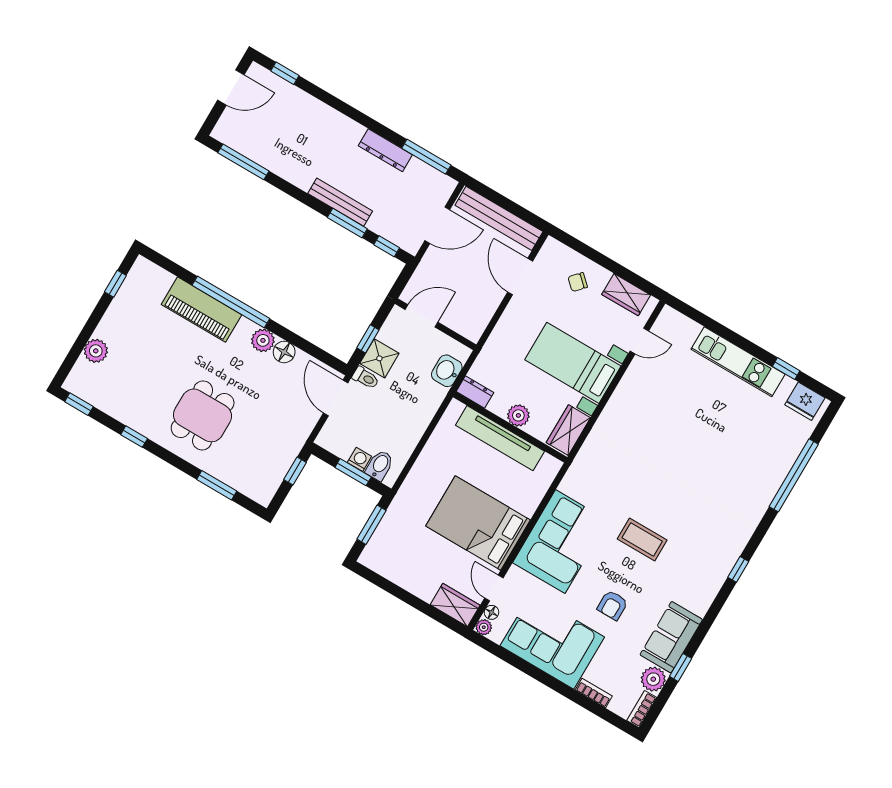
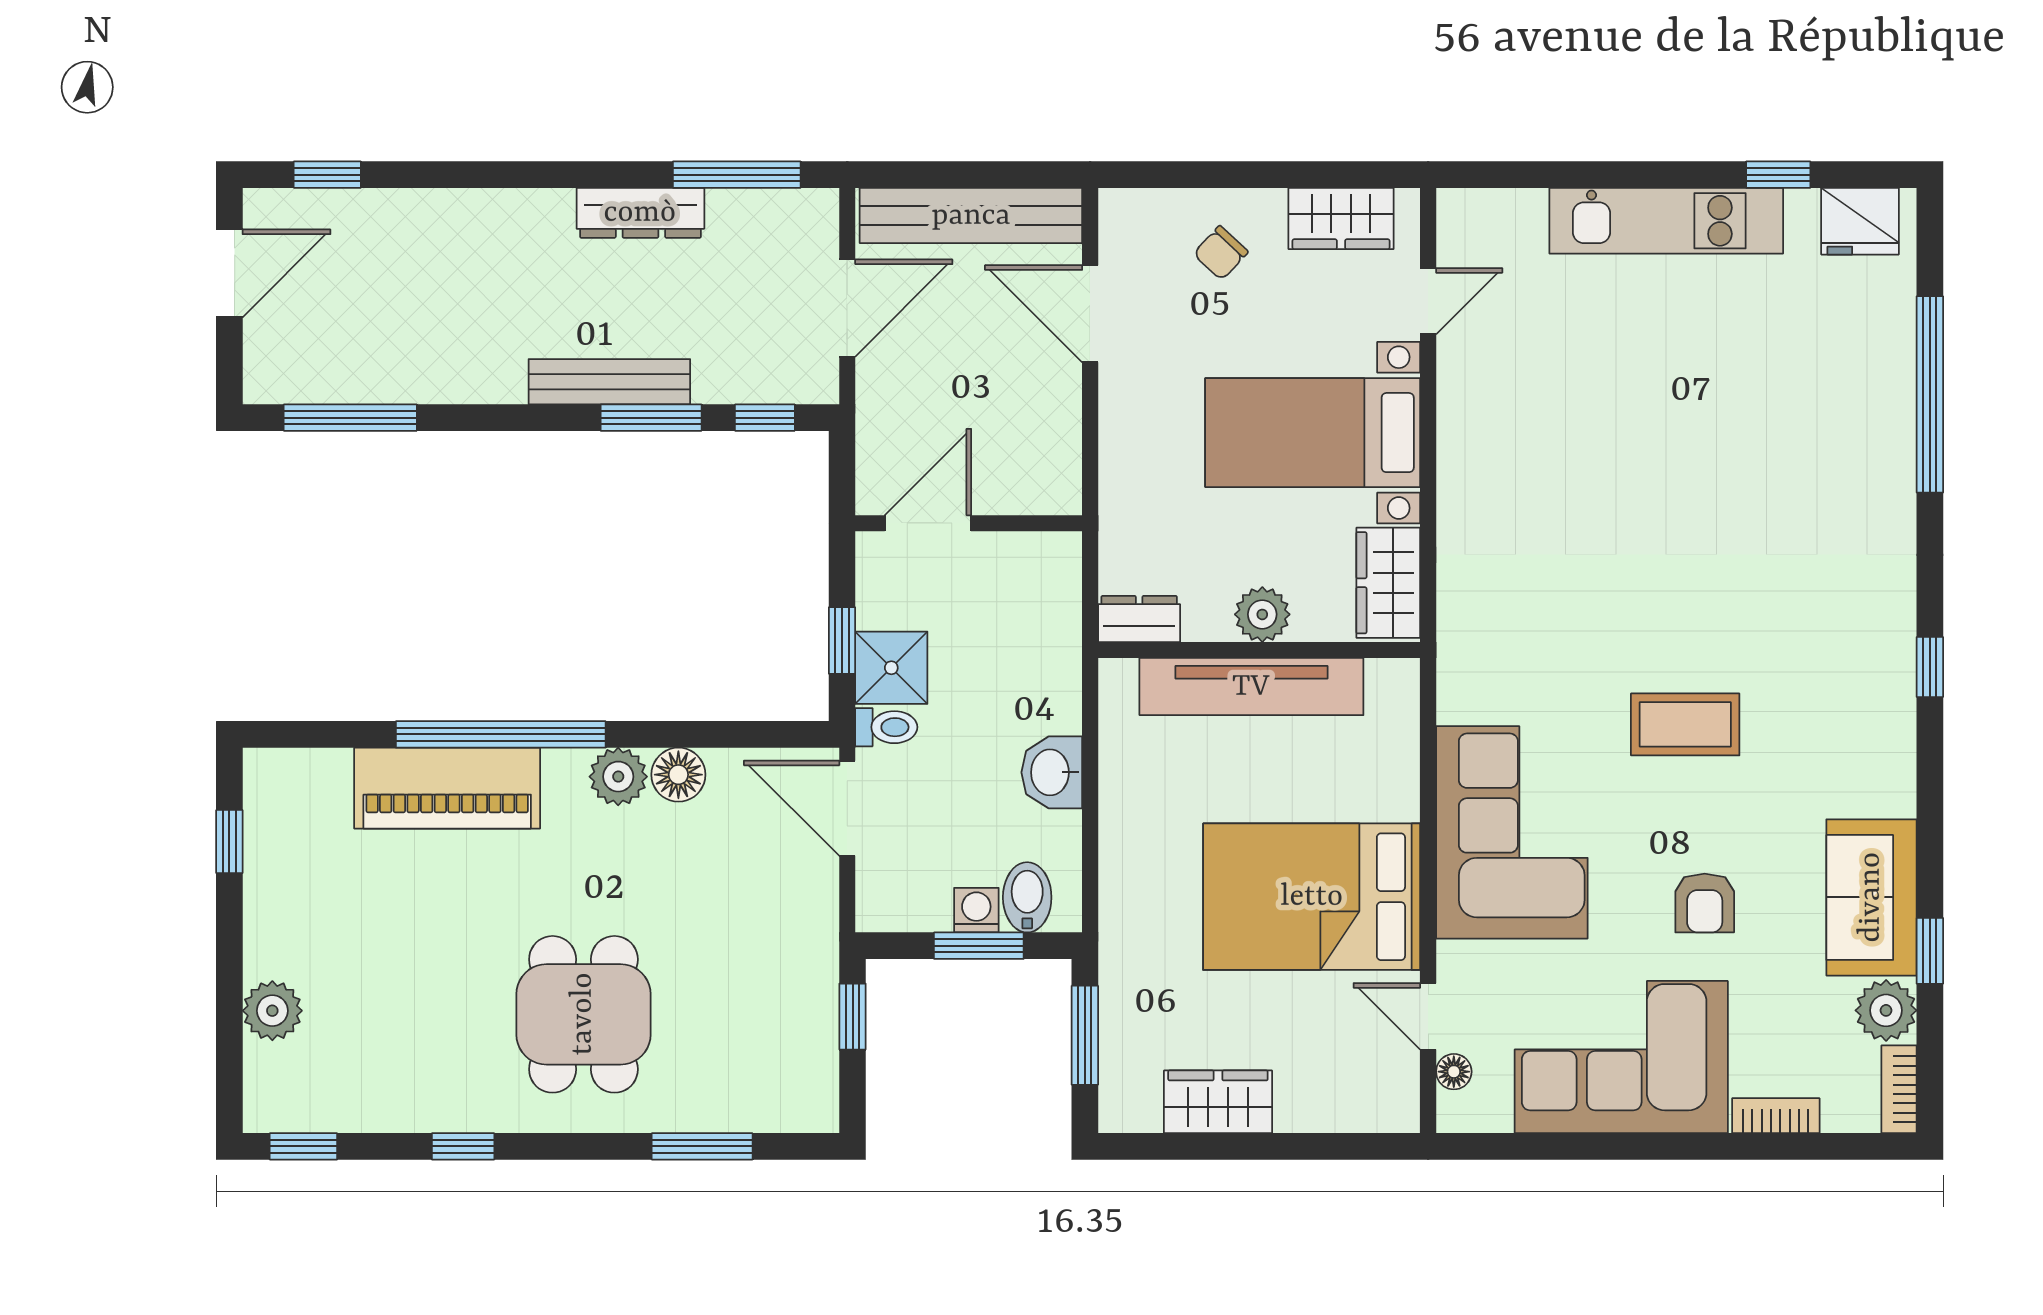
washbasin: (447, 371) -> (1052, 772), moved
wardrobe: (455, 605) -> (1218, 1102), moved
plant: (484, 627) -> (1456, 1113), removed

